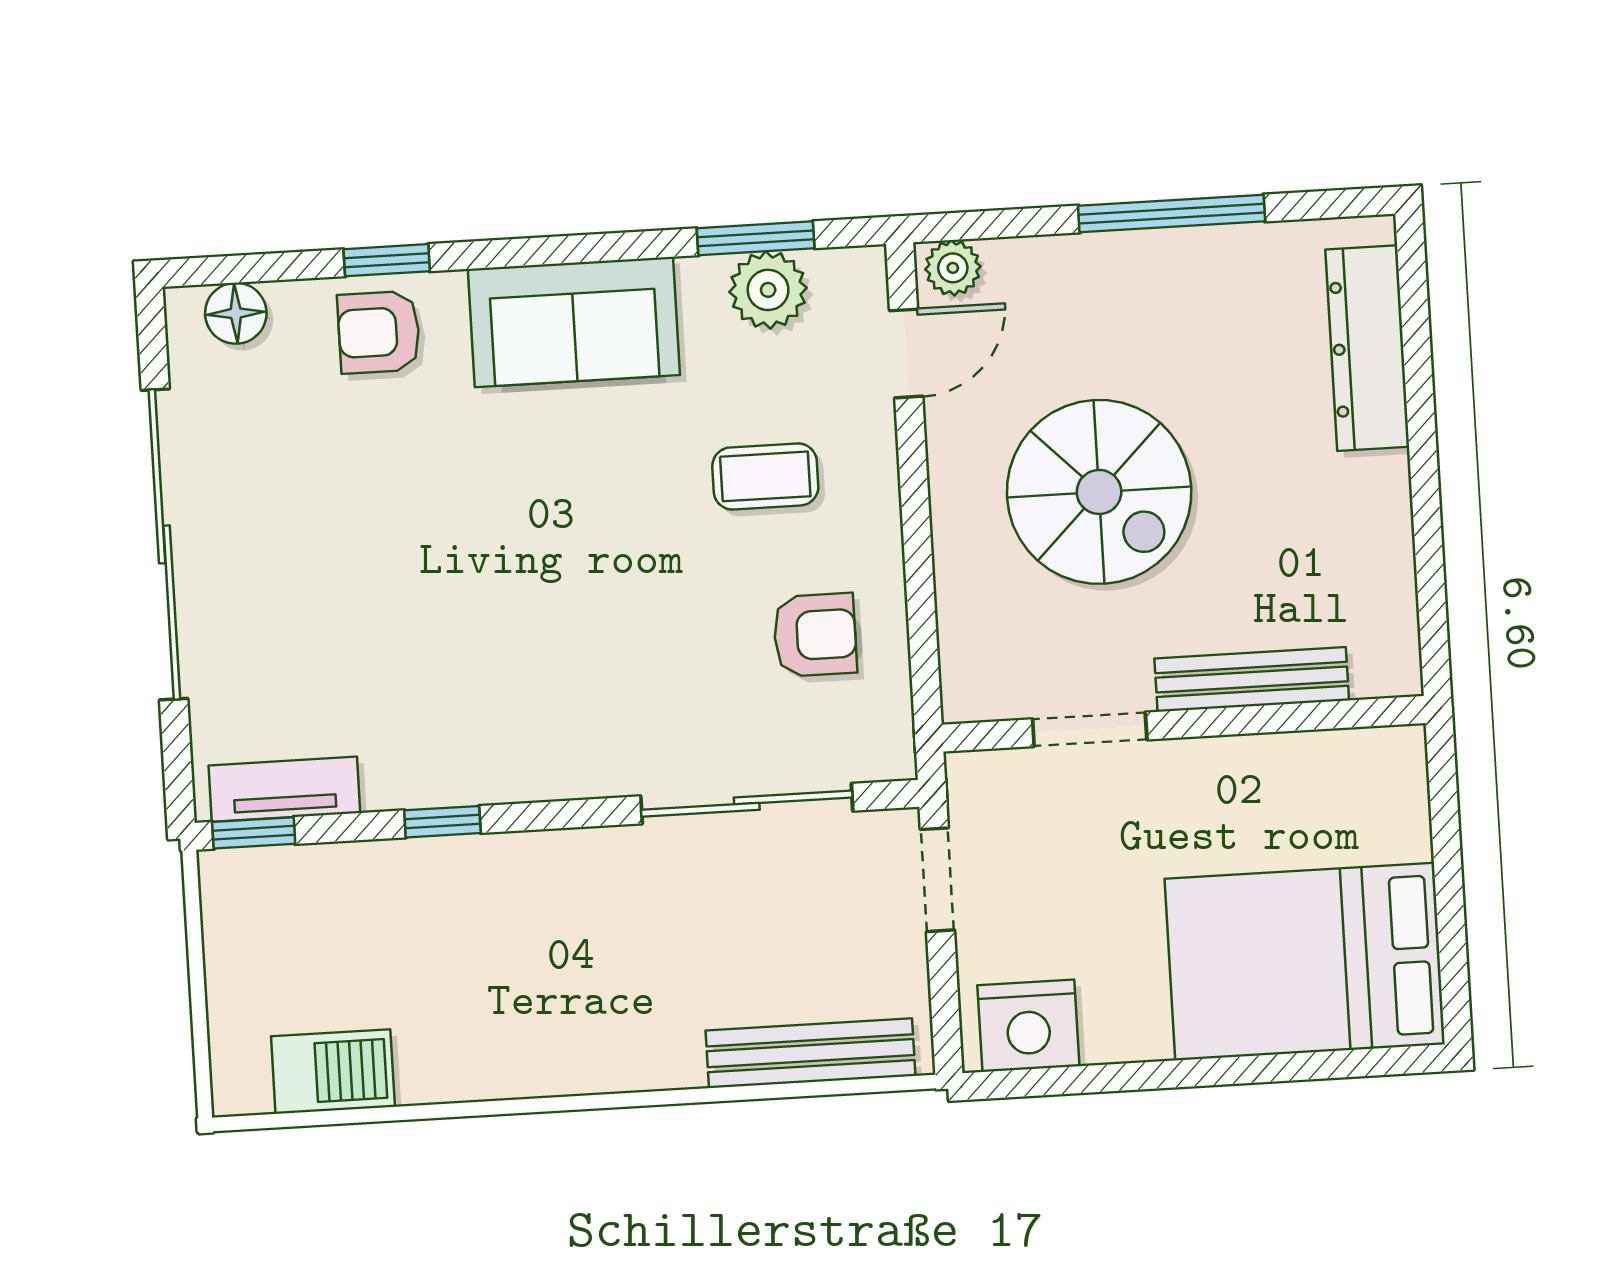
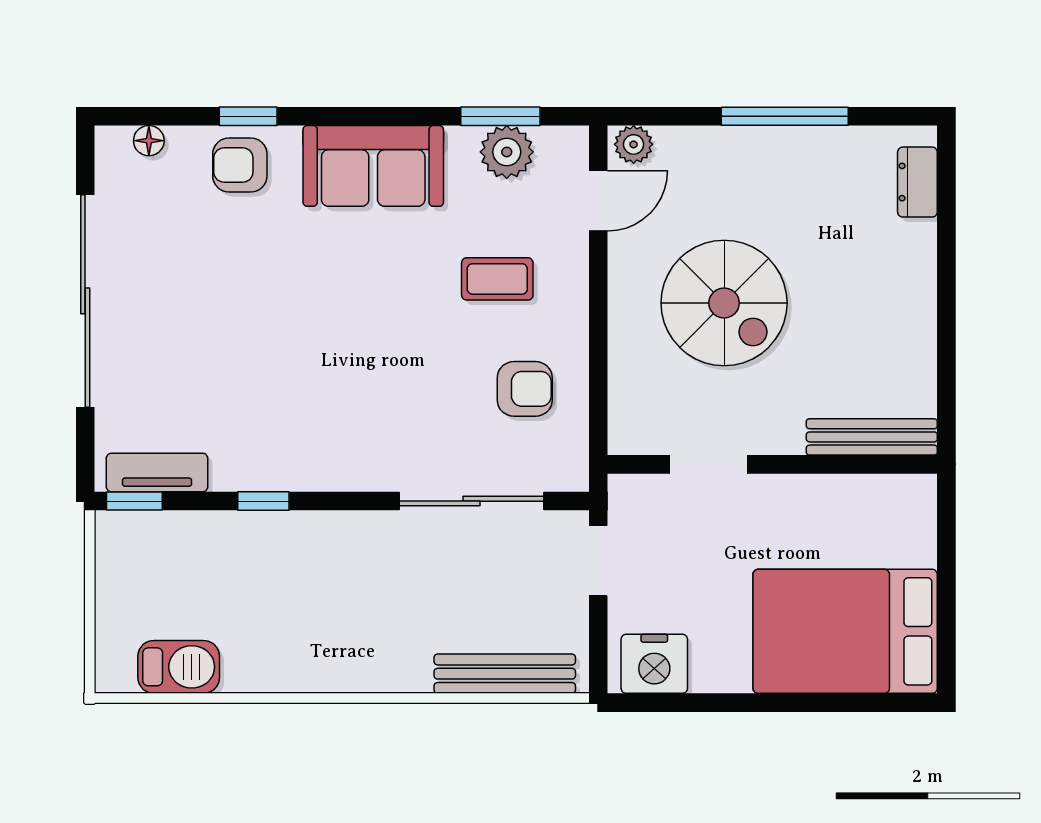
floor lamp: (236, 313) -> (149, 141), width x0.73, depth x0.73
dresser: (1367, 348) -> (917, 182), width x0.51, depth x0.80
bench: (1252, 679) -> (872, 437), moved

